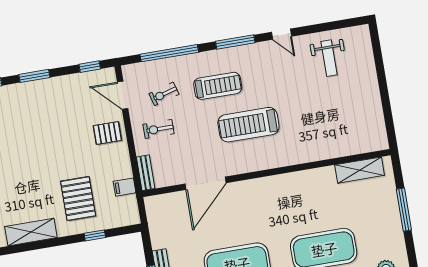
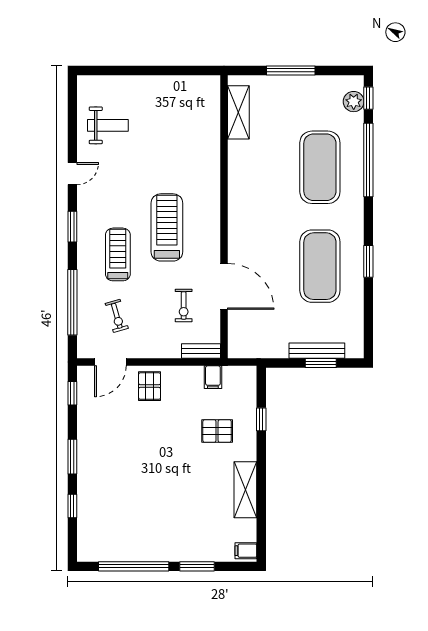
window: (235, 42) -> (72, 227), width x0.69
treadmill: (248, 125) -> (167, 227), turned 180
exercise bike: (159, 129) -> (184, 305), moved
pallet: (78, 199) -> (217, 431), width x0.67, depth x0.71

